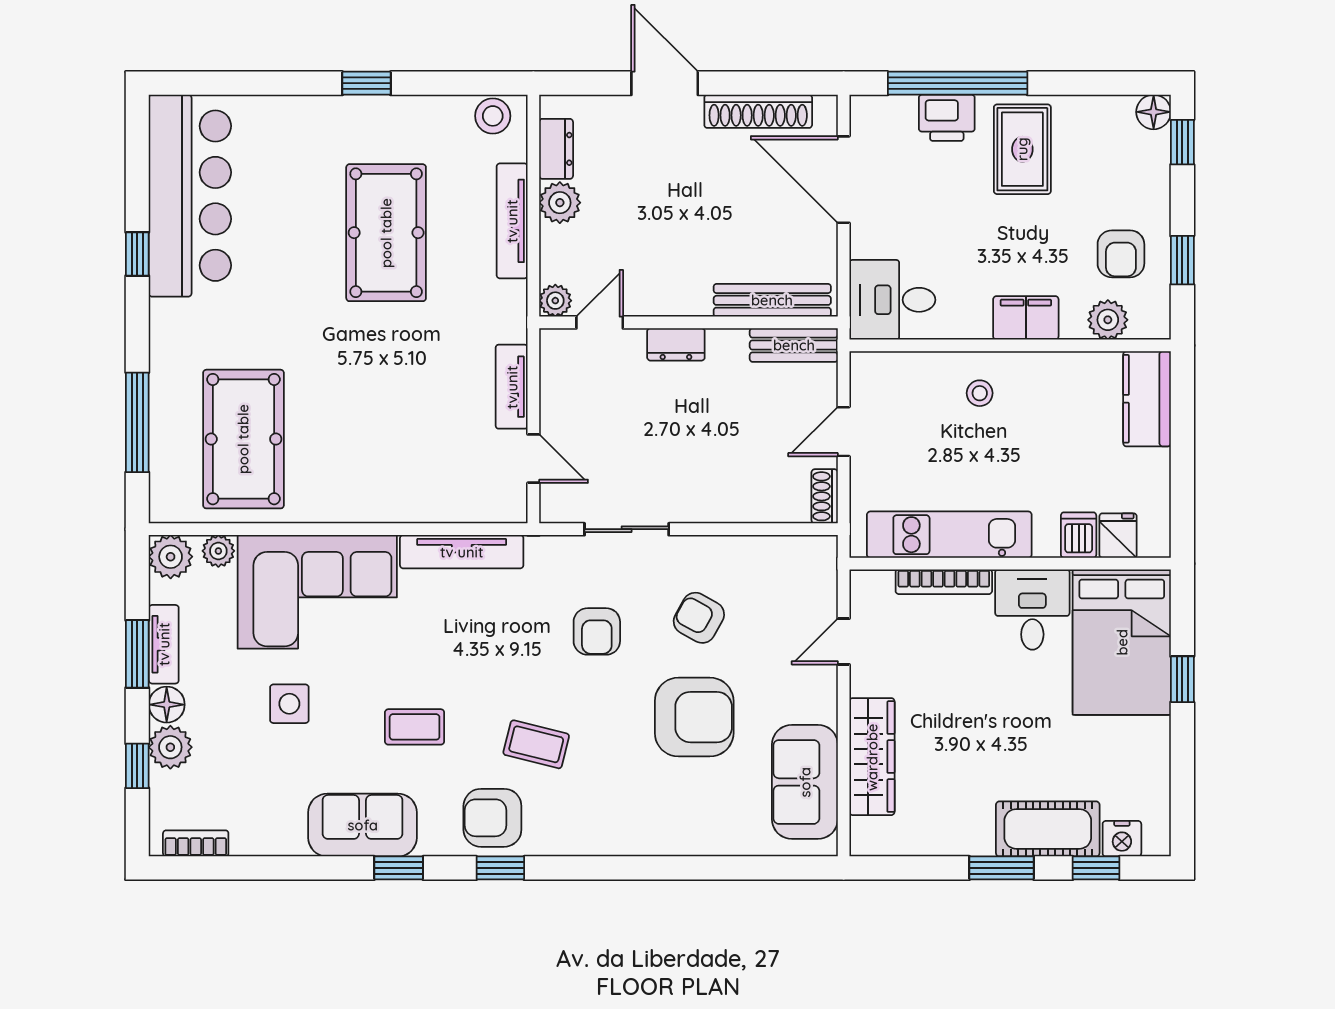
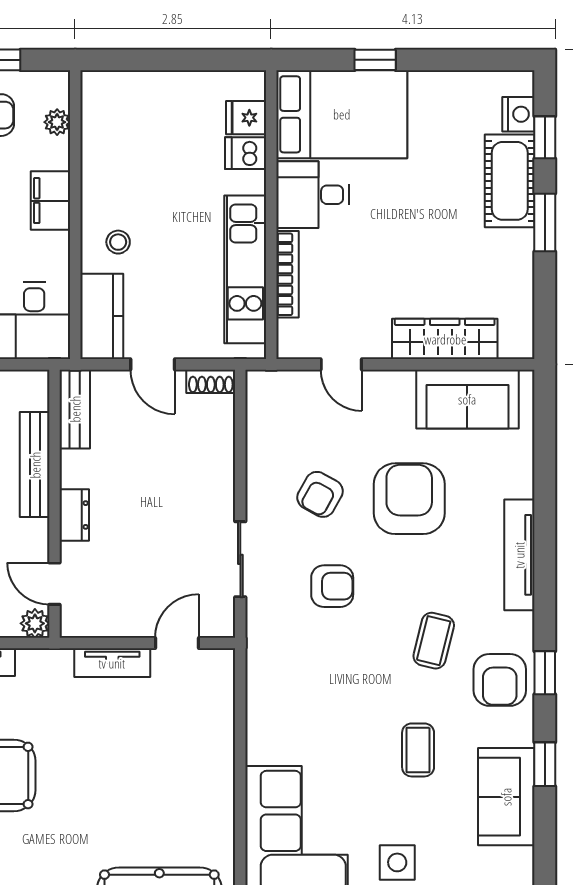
bench: (772, 300) -> (35, 465), moved
plant: (1108, 320) -> (57, 122), width x0.73, depth x0.73
kitchen counter: (1147, 399) -> (102, 316), moved, turned -90
tv unit: (462, 552) -> (519, 555), moved, turned 180

